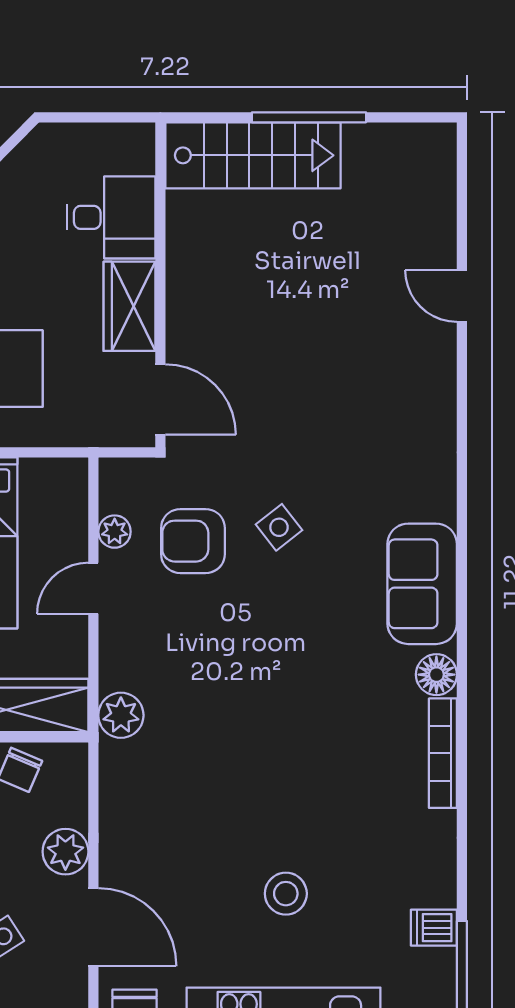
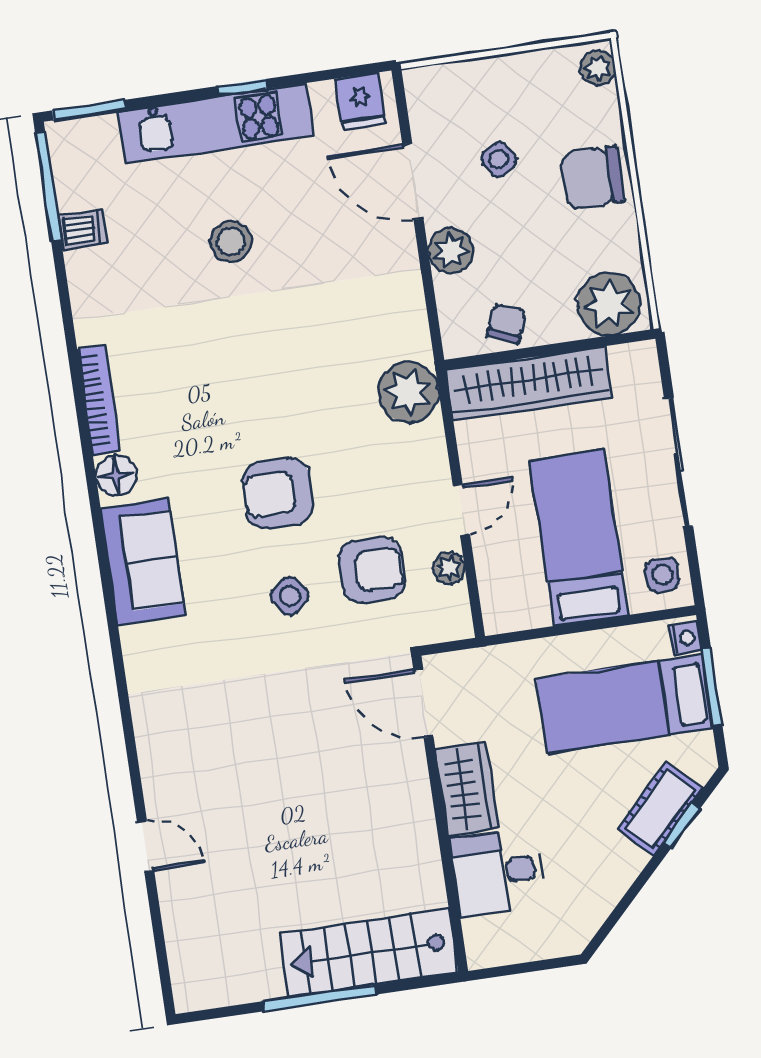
armchair: (276, 633) -> (278, 493), added
plant: (121, 715) -> (408, 392), width x1.36, depth x1.36

